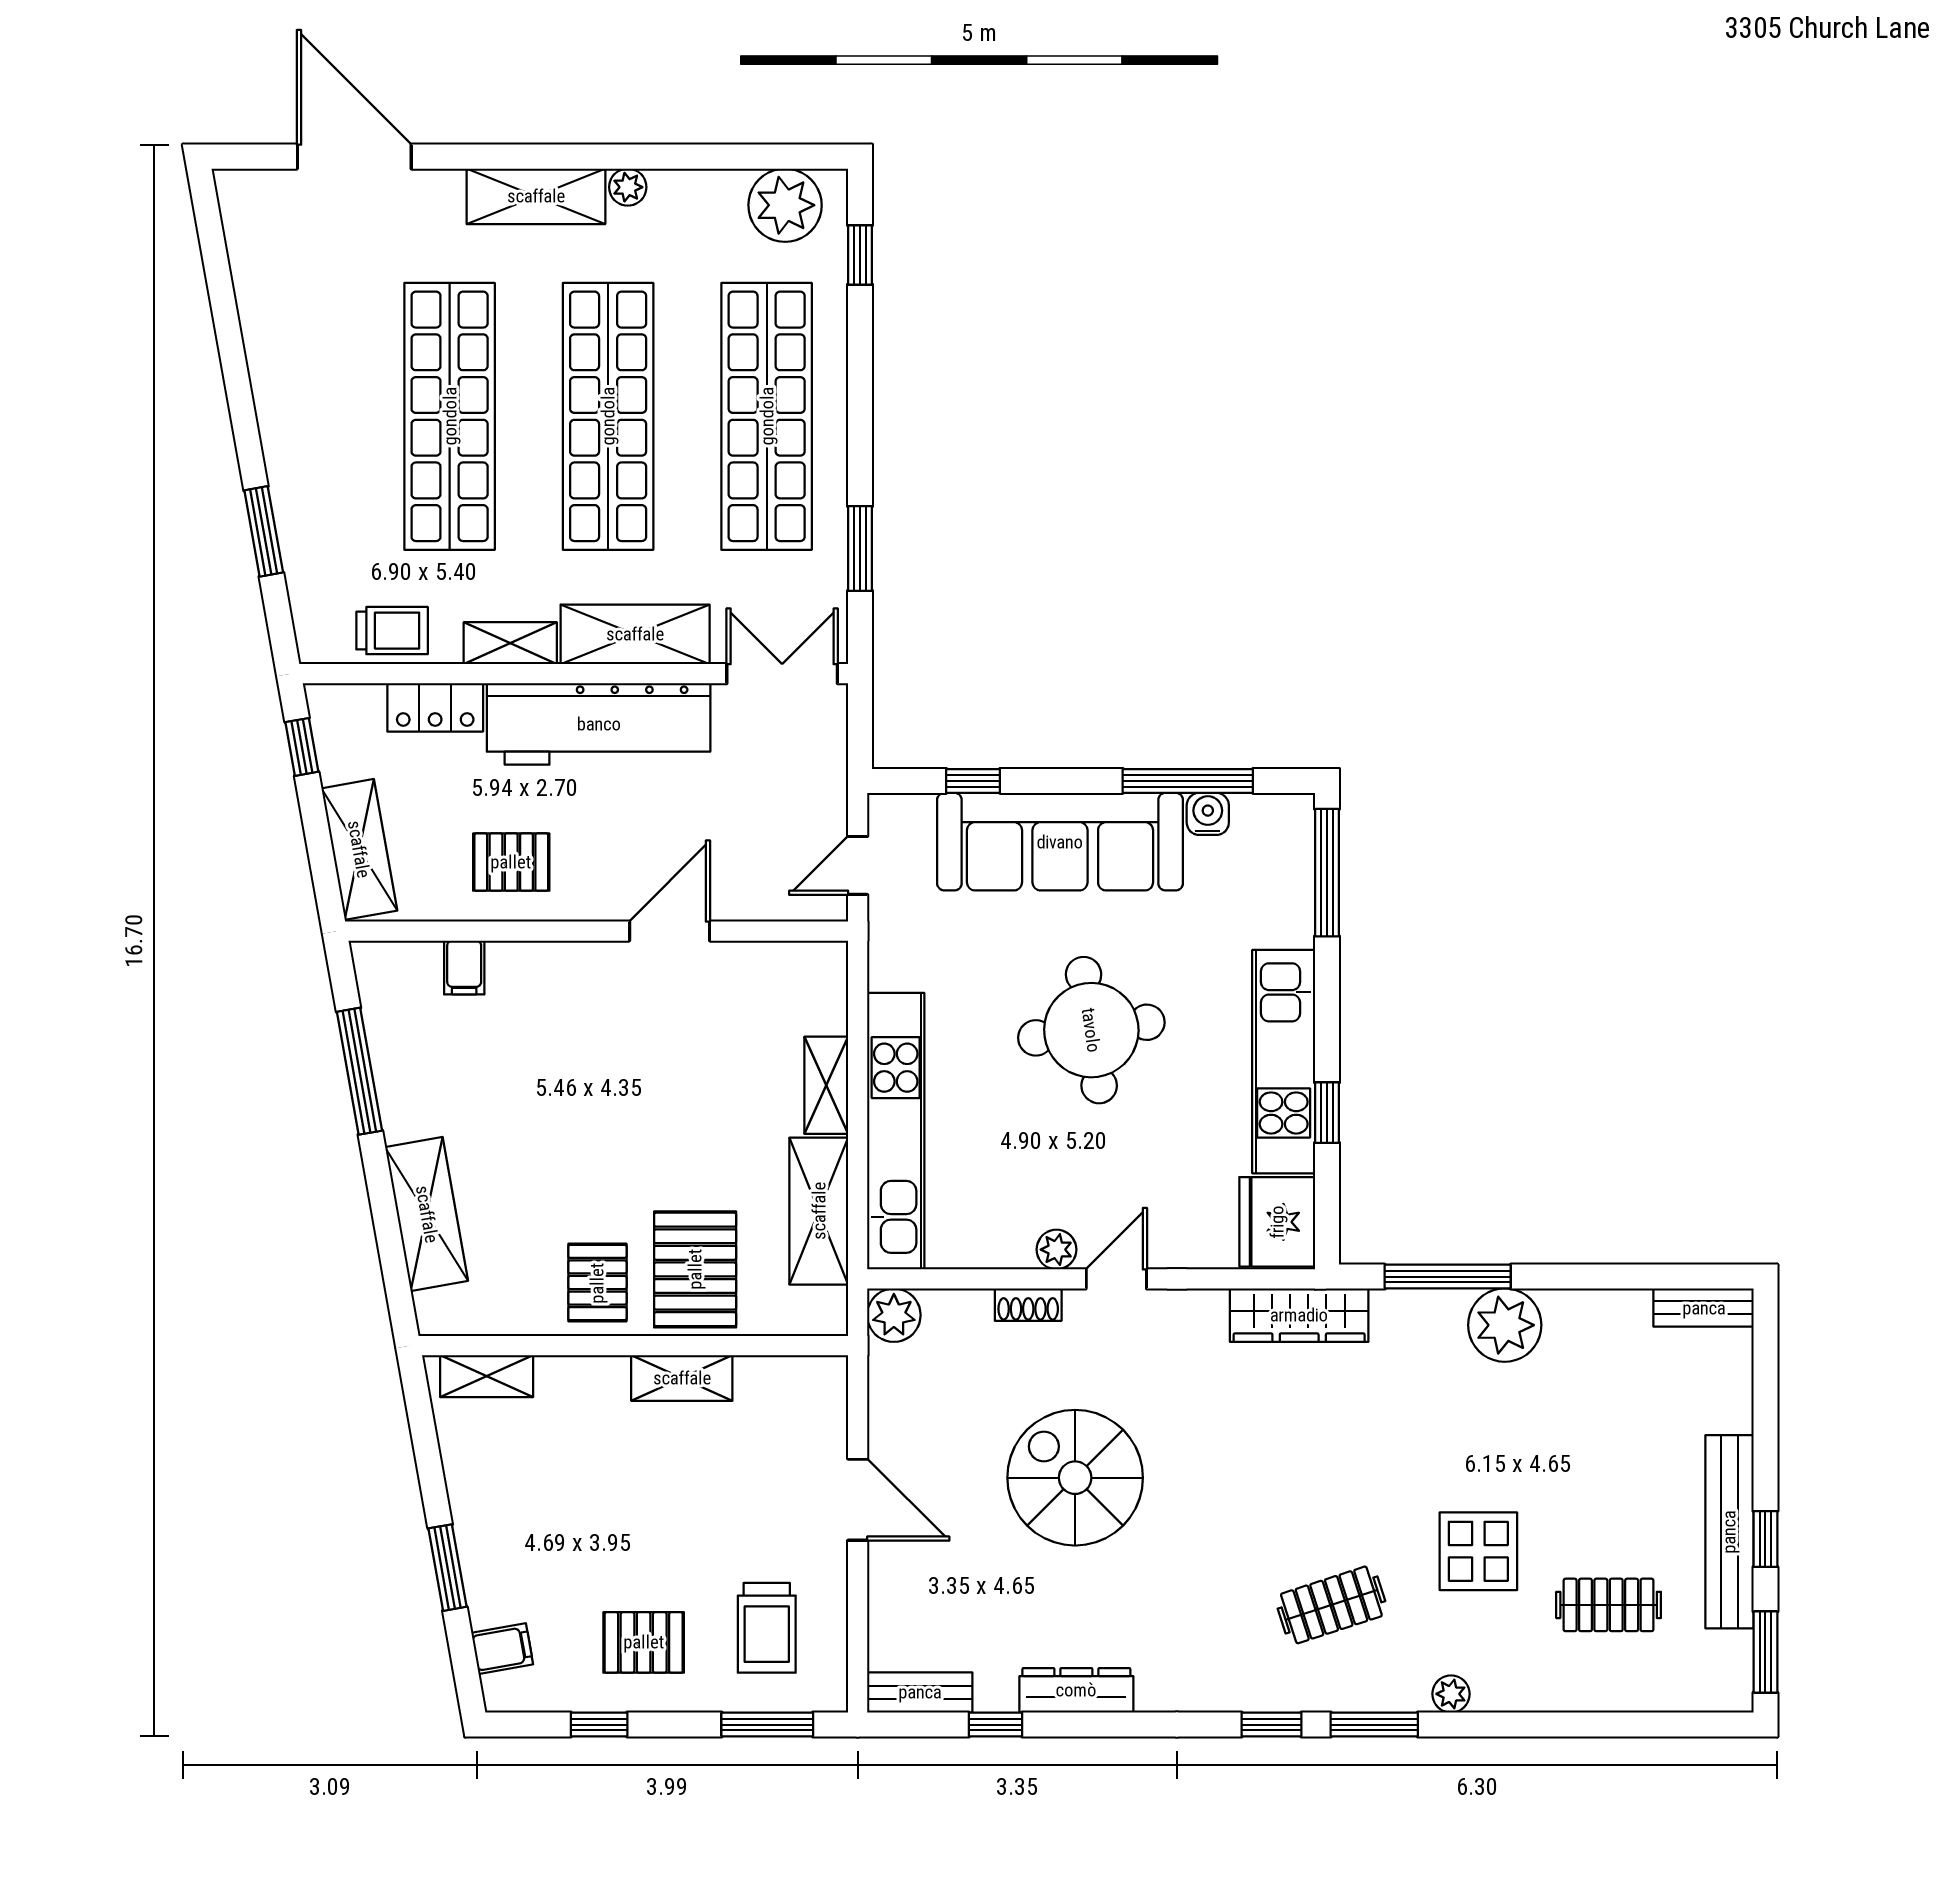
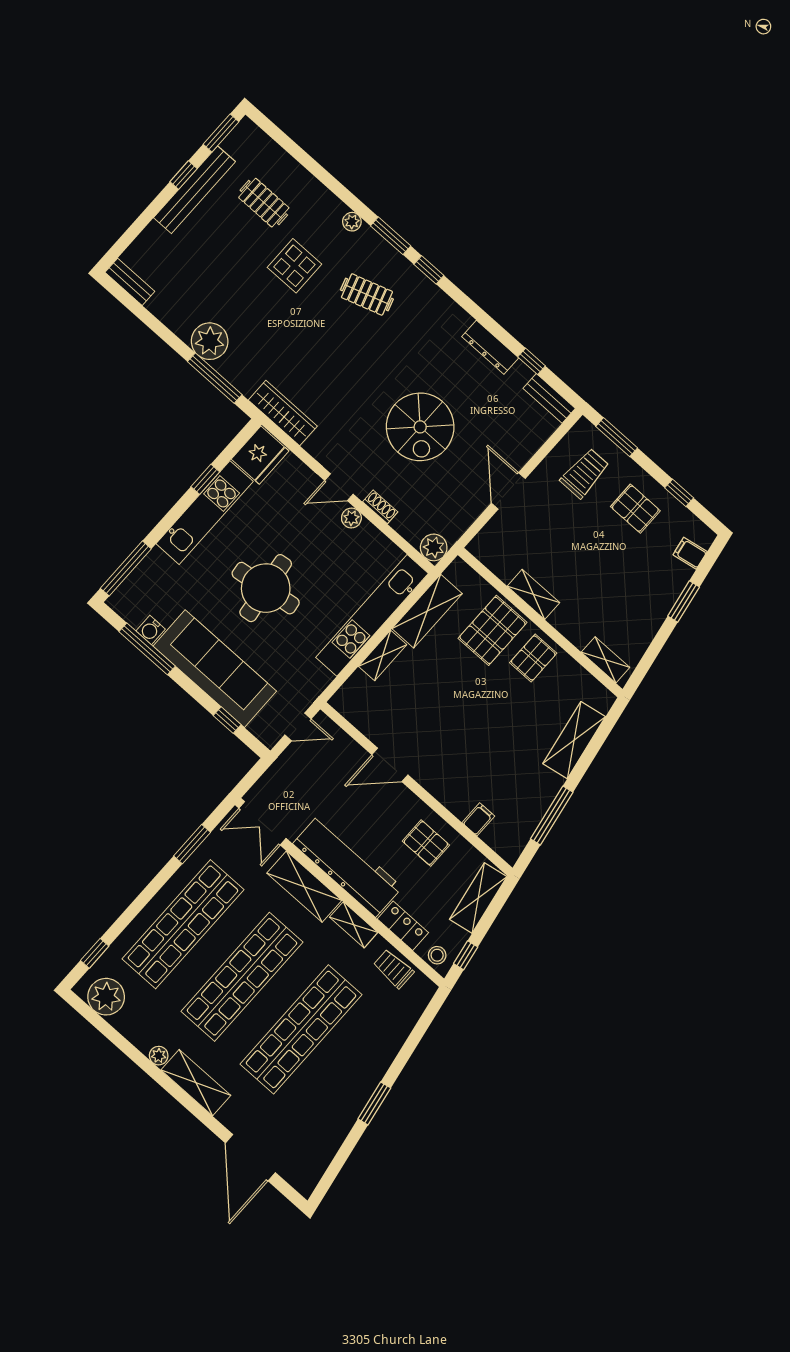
window: (264, 531) -> (374, 1103), moved
stool: (345, 709) -> (437, 955), added

